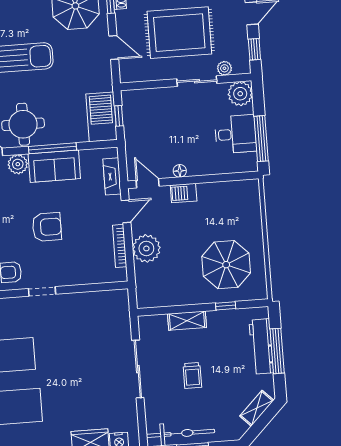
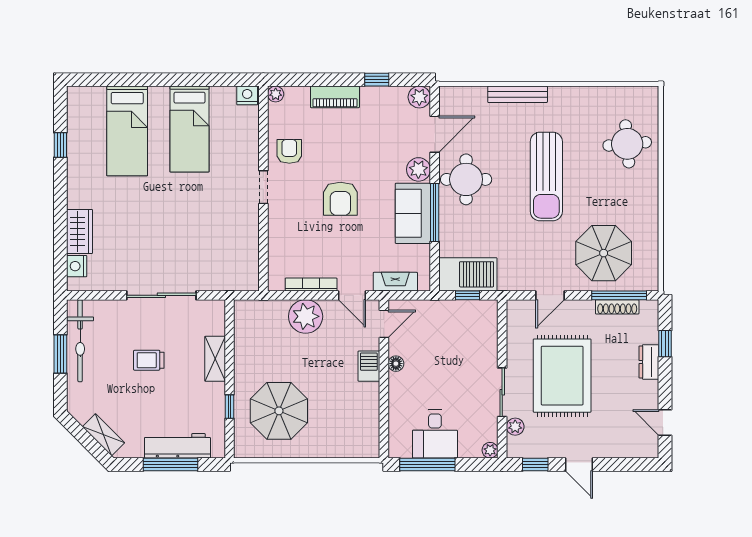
plant: (240, 94) -> (490, 450), width x0.53, depth x0.53

